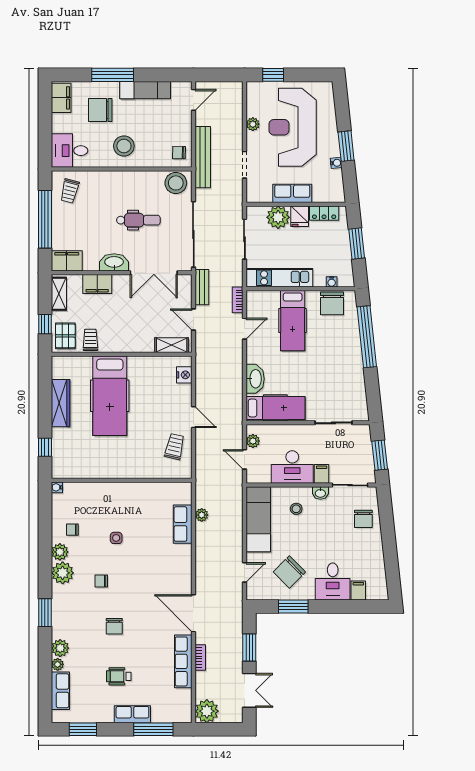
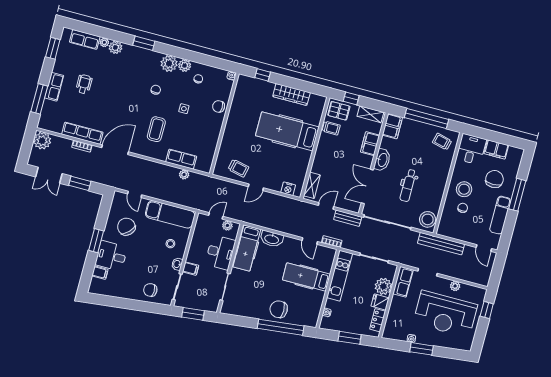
filing cabinet: (61, 98) -> (496, 149), moved
reception desk: (293, 127) -> (445, 314), turned 180
chair: (179, 153) -> (463, 208), moved
row of seats: (292, 193) -> (403, 282), moved
chair: (332, 303) -> (279, 309), moved
desk: (292, 467) -> (220, 252), moved, turned 180
coffee table: (152, 567) -> (156, 129), added
window: (293, 606) -> (96, 241), moved
chair: (114, 626) -> (219, 106), moved

